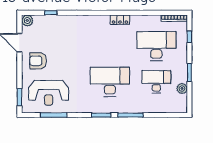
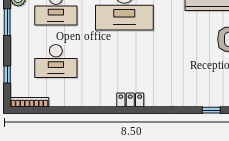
locker: (120, 20) -> (130, 100), moved
desk: (156, 46) -> (56, 61), width x0.73, depth x0.77

